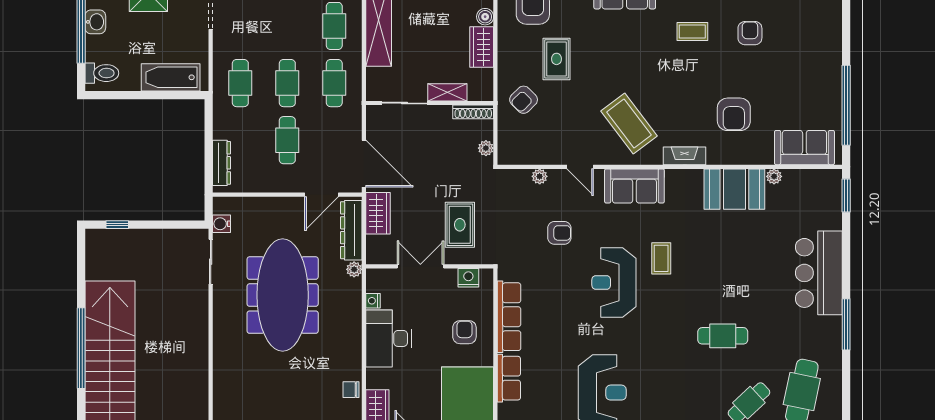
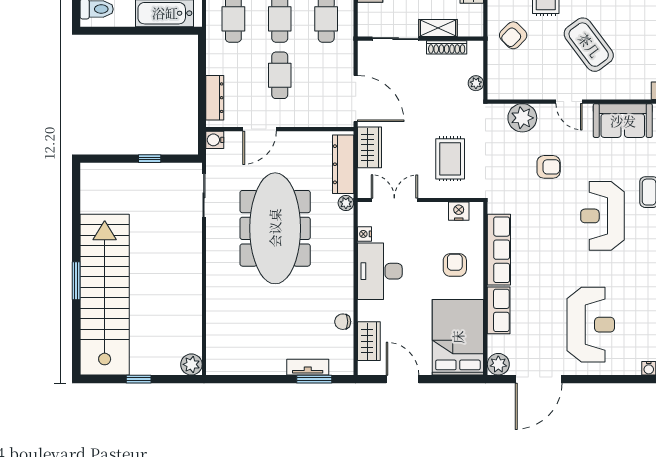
shoe rack: (473, 112) -> (447, 47), moved
coffee table: (629, 124) -> (589, 45), moved
plant: (540, 176) -> (522, 118), width x1.87, depth x1.87
door: (321, 195) -> (260, 129), moved
water cooler: (221, 224) -> (215, 140), moved
window: (117, 225) -> (150, 159), moved
double door: (420, 266) -> (394, 200), moved
window: (81, 348) -> (76, 281), width x0.47

